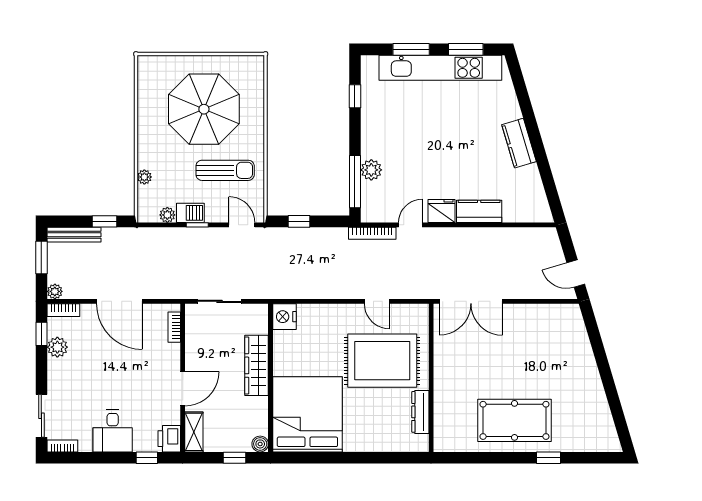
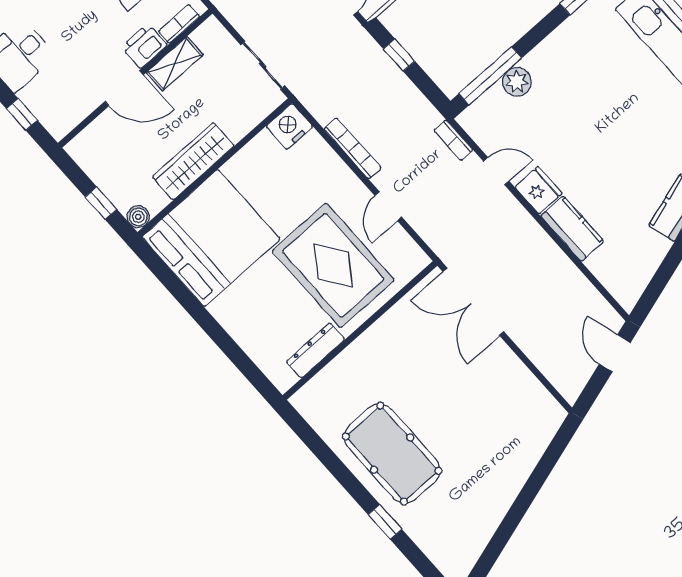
bookcase: (372, 233) -> (453, 140), width x0.64
door: (576, 274) -> (615, 353), moved
bookcase: (327, 293) -> (353, 148), added
sliding door: (219, 301) -> (263, 65), moved
wardrobe: (257, 365) -> (193, 161), moved
shelving: (194, 432) -> (175, 64), moved
printer: (169, 439) -> (144, 46), moved

